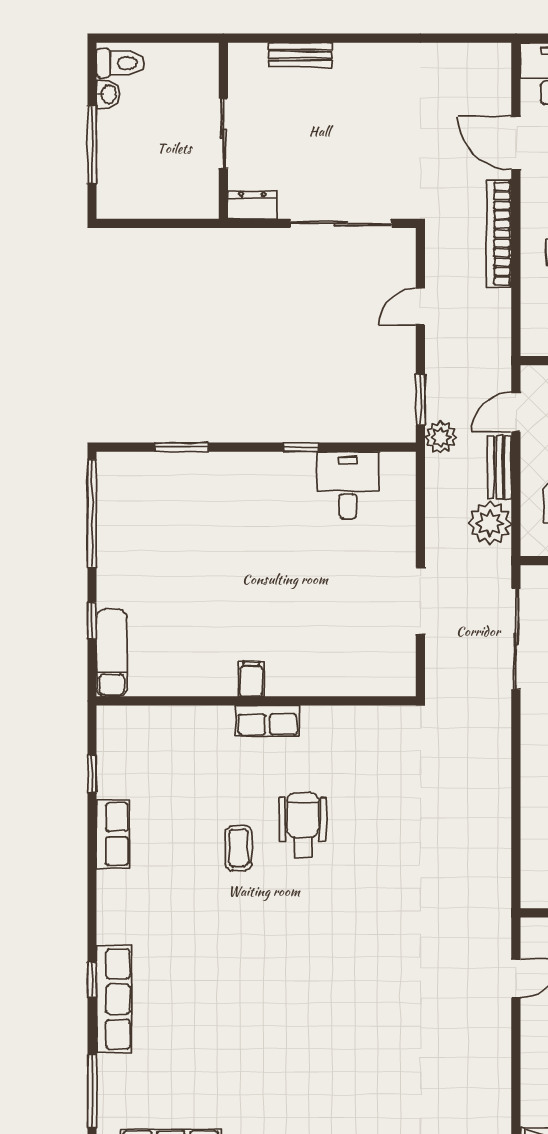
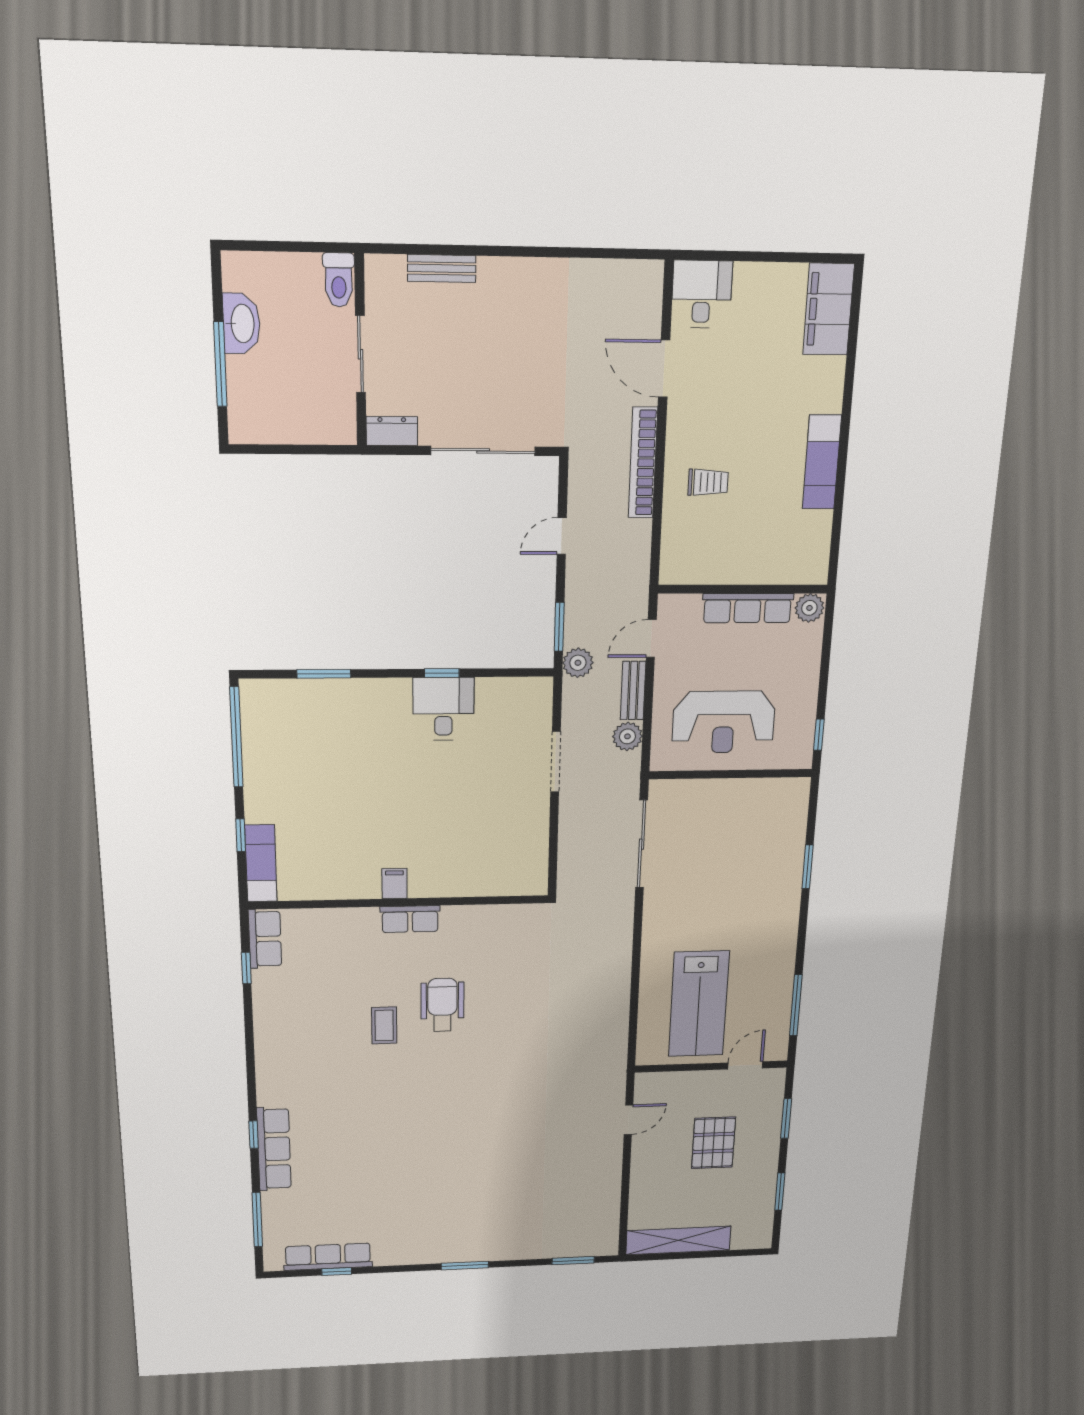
toilet: (121, 63) -> (339, 280), moved, turned 90
washbasin: (108, 94) -> (242, 323), width x1.91, depth x1.45
desk: (348, 485) -> (443, 709), moved
plant: (490, 523) -> (627, 736), width x0.73, depth x0.73
doorway: (420, 601) -> (556, 762), moved
row of seats: (113, 834) -> (265, 939), moved

